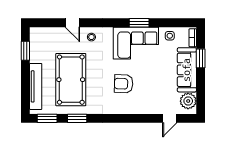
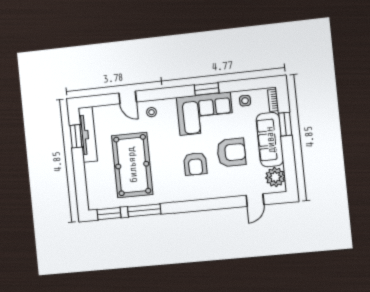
armchair: (154, 77) -> (231, 152), added
armchair: (124, 84) -> (195, 164), turned -92
tv unit: (36, 86) -> (88, 134), moved
window: (77, 118) -> (144, 210), width x1.44

